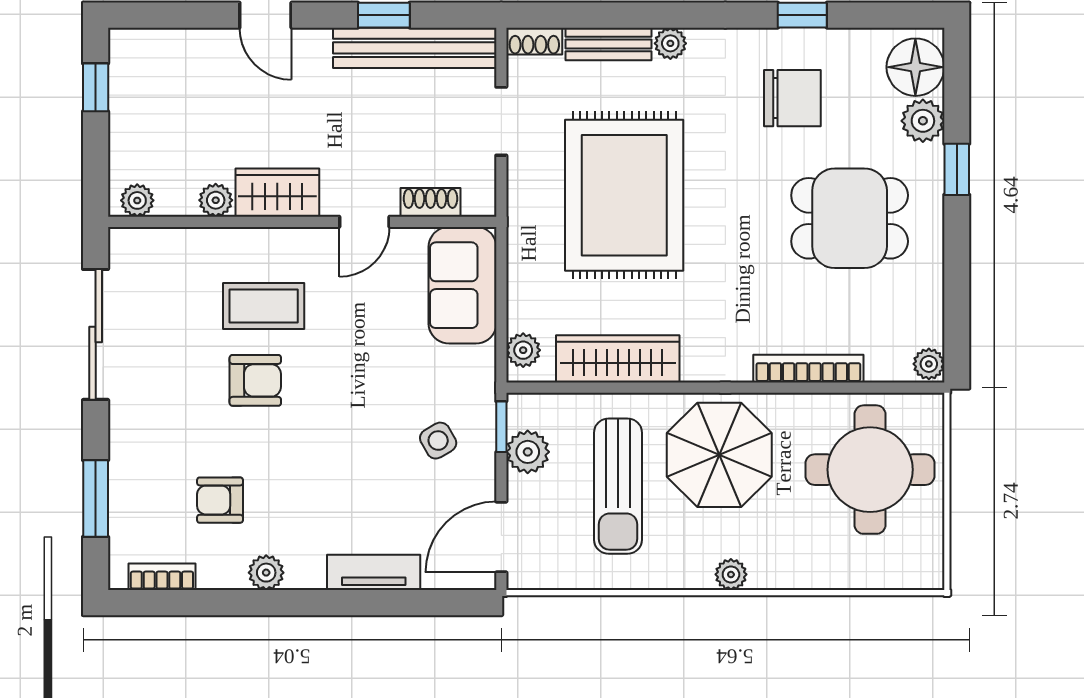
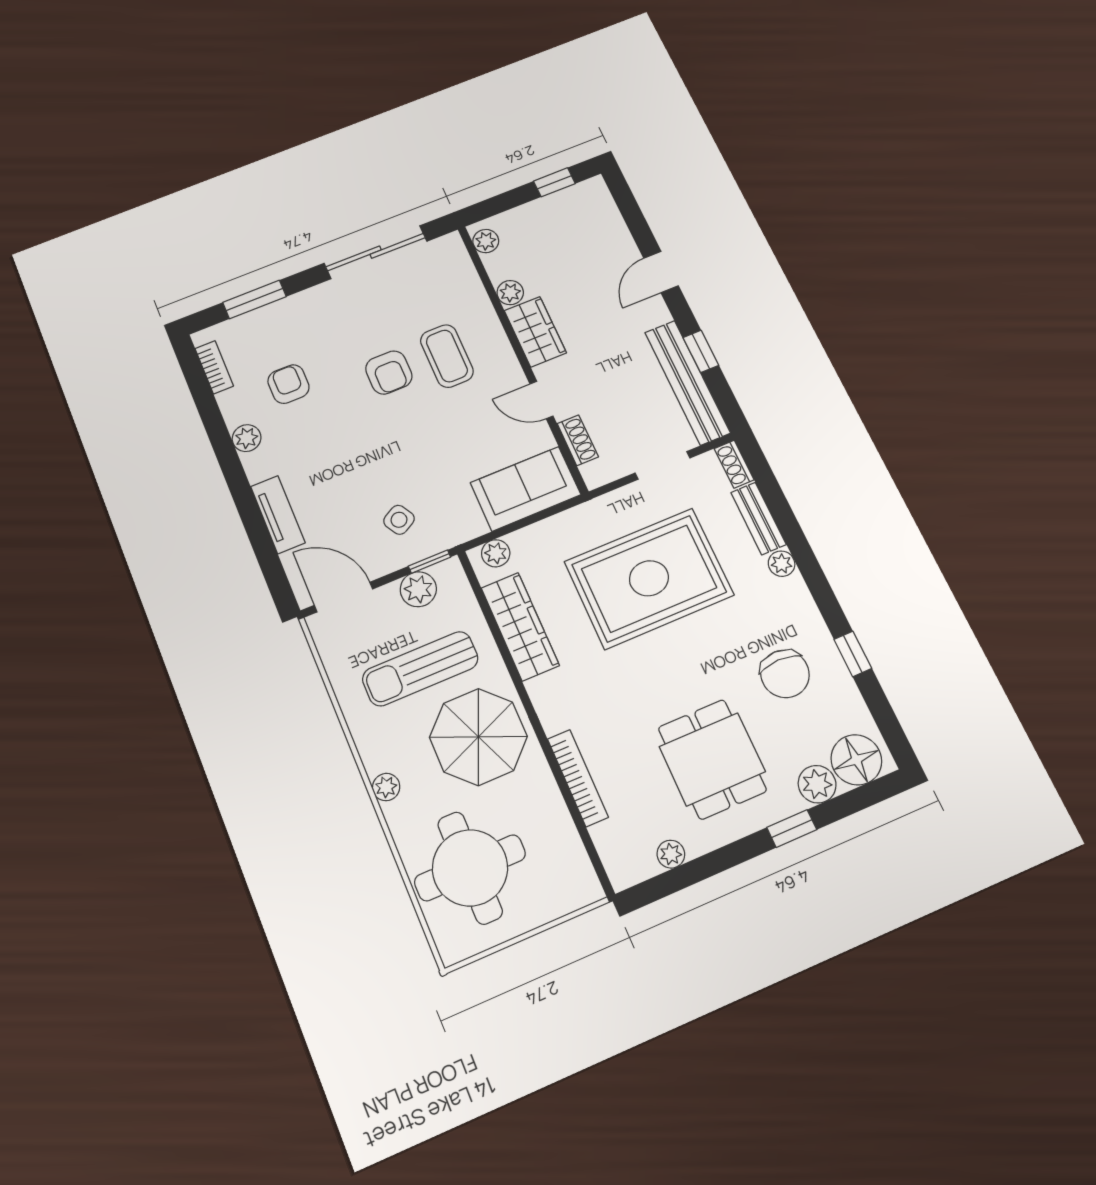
plant: (929, 364) -> (671, 854), moved
round table: (870, 470) -> (470, 868), moved

